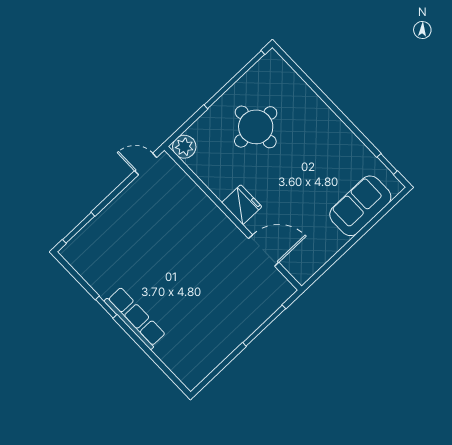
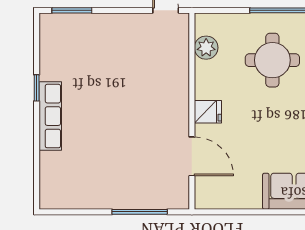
plant: (184, 147) -> (206, 48), moved
fridge: (242, 205) -> (208, 112), width x0.72

